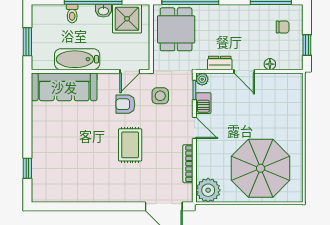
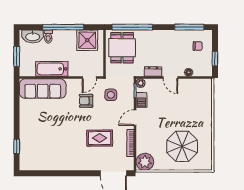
washbasin: (103, 11) -> (33, 36), moved, width x1.91, depth x1.45
door: (194, 128) -> (135, 118), swing flipped
rug: (130, 145) -> (100, 138), moved, turned 90
parasol: (261, 168) -> (182, 146), width x0.73, depth x0.73

